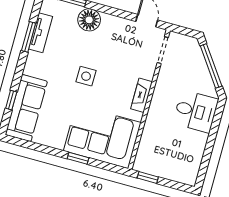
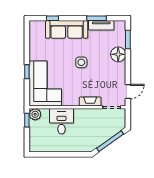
fireplace: (141, 95) -> (90, 101), moved
sofa: (26, 108) -> (67, 29), moved
desk: (196, 111) -> (62, 121), moved, turned 180
plant: (143, 163) -> (35, 114), added

